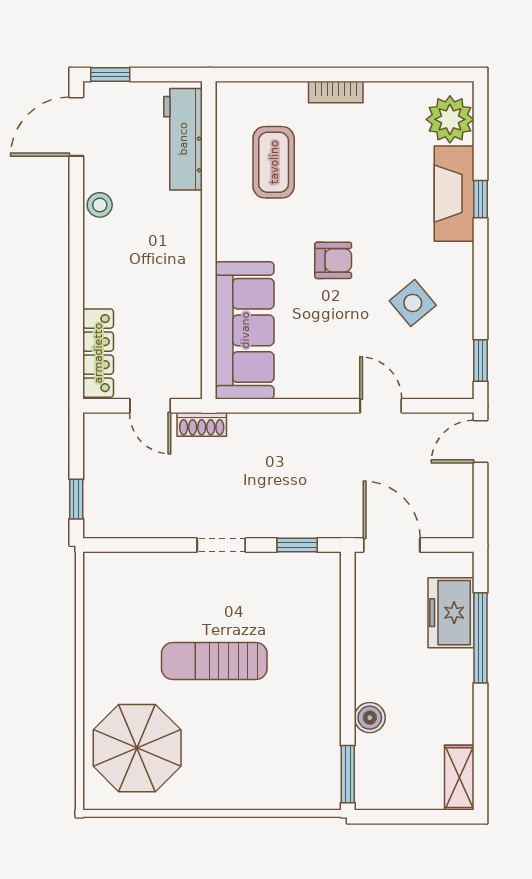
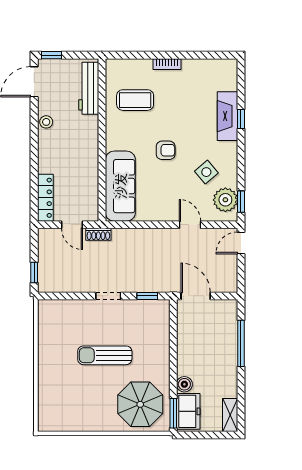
plant: (450, 119) -> (225, 200), moved
coffee table: (274, 162) -> (135, 100), turned 90
freezer: (451, 613) -> (188, 411), moved, turned 180
parasol: (137, 748) -> (140, 404), moved

